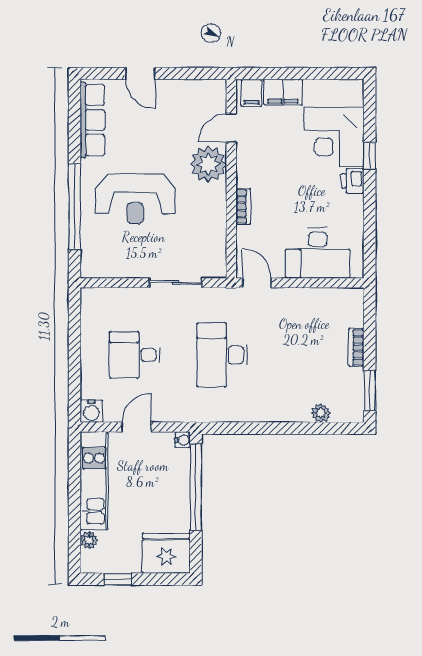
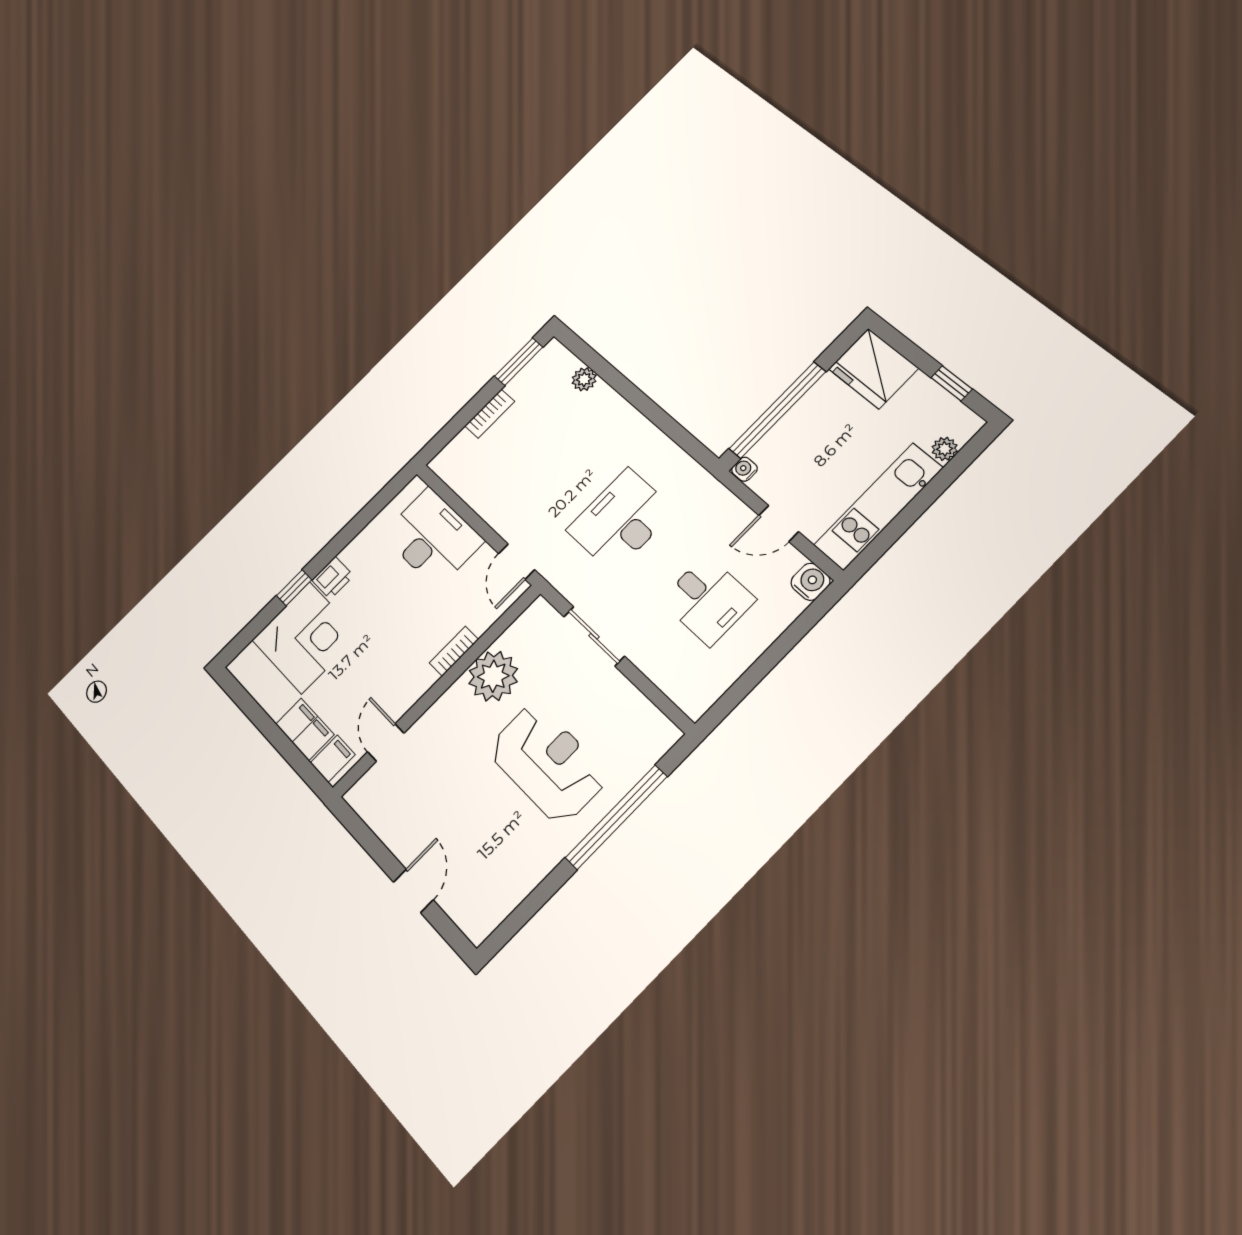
row of seats: (92, 120) -> (508, 892), removed
door: (231, 128) -> (386, 742), swing flipped
plant: (208, 164) -> (493, 676), moved
desk: (222, 355) -> (621, 520), turned 180

